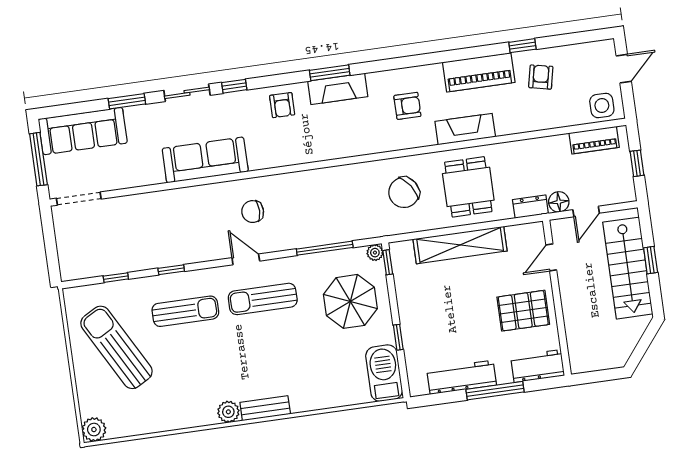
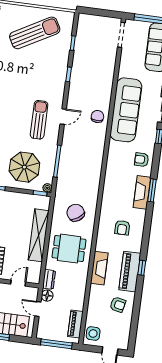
window: (522, 46) -> (142, 268), moved
fireplace: (465, 129) -> (99, 268), moved
sofa: (205, 160) -> (126, 110), width x1.36, depth x1.27
window: (637, 163) -> (56, 344), width x2.17
chair: (253, 212) -> (97, 116), moved
door: (551, 257) -> (18, 283), hinge flipped
sun lounger: (185, 311) -> (44, 76), removed

